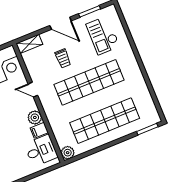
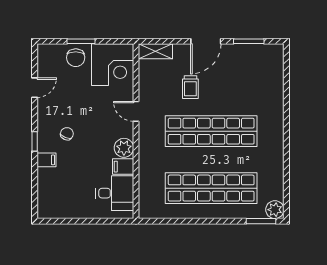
door: (61, 23) -> (206, 41), hinge flipped
checkout: (103, 35) -> (253, 79), removed
plant: (68, 153) -> (275, 210), moved

